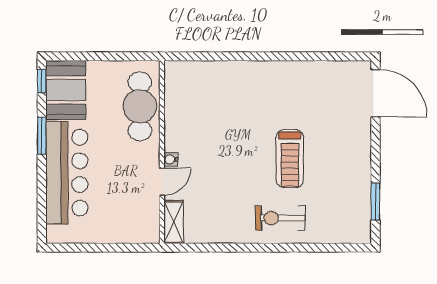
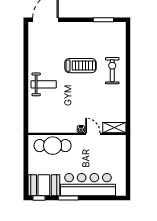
weight bench: (255, 90) -> (44, 84), added
exercise bike: (280, 218) -> (112, 71), turned 180

